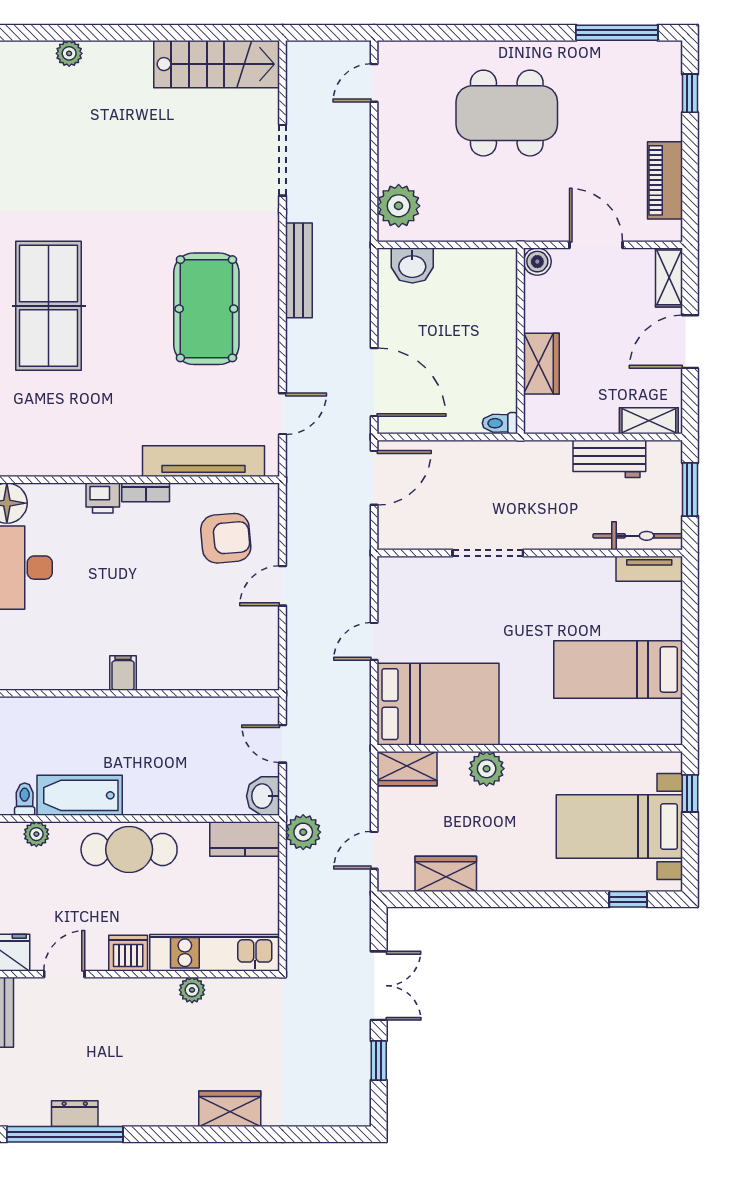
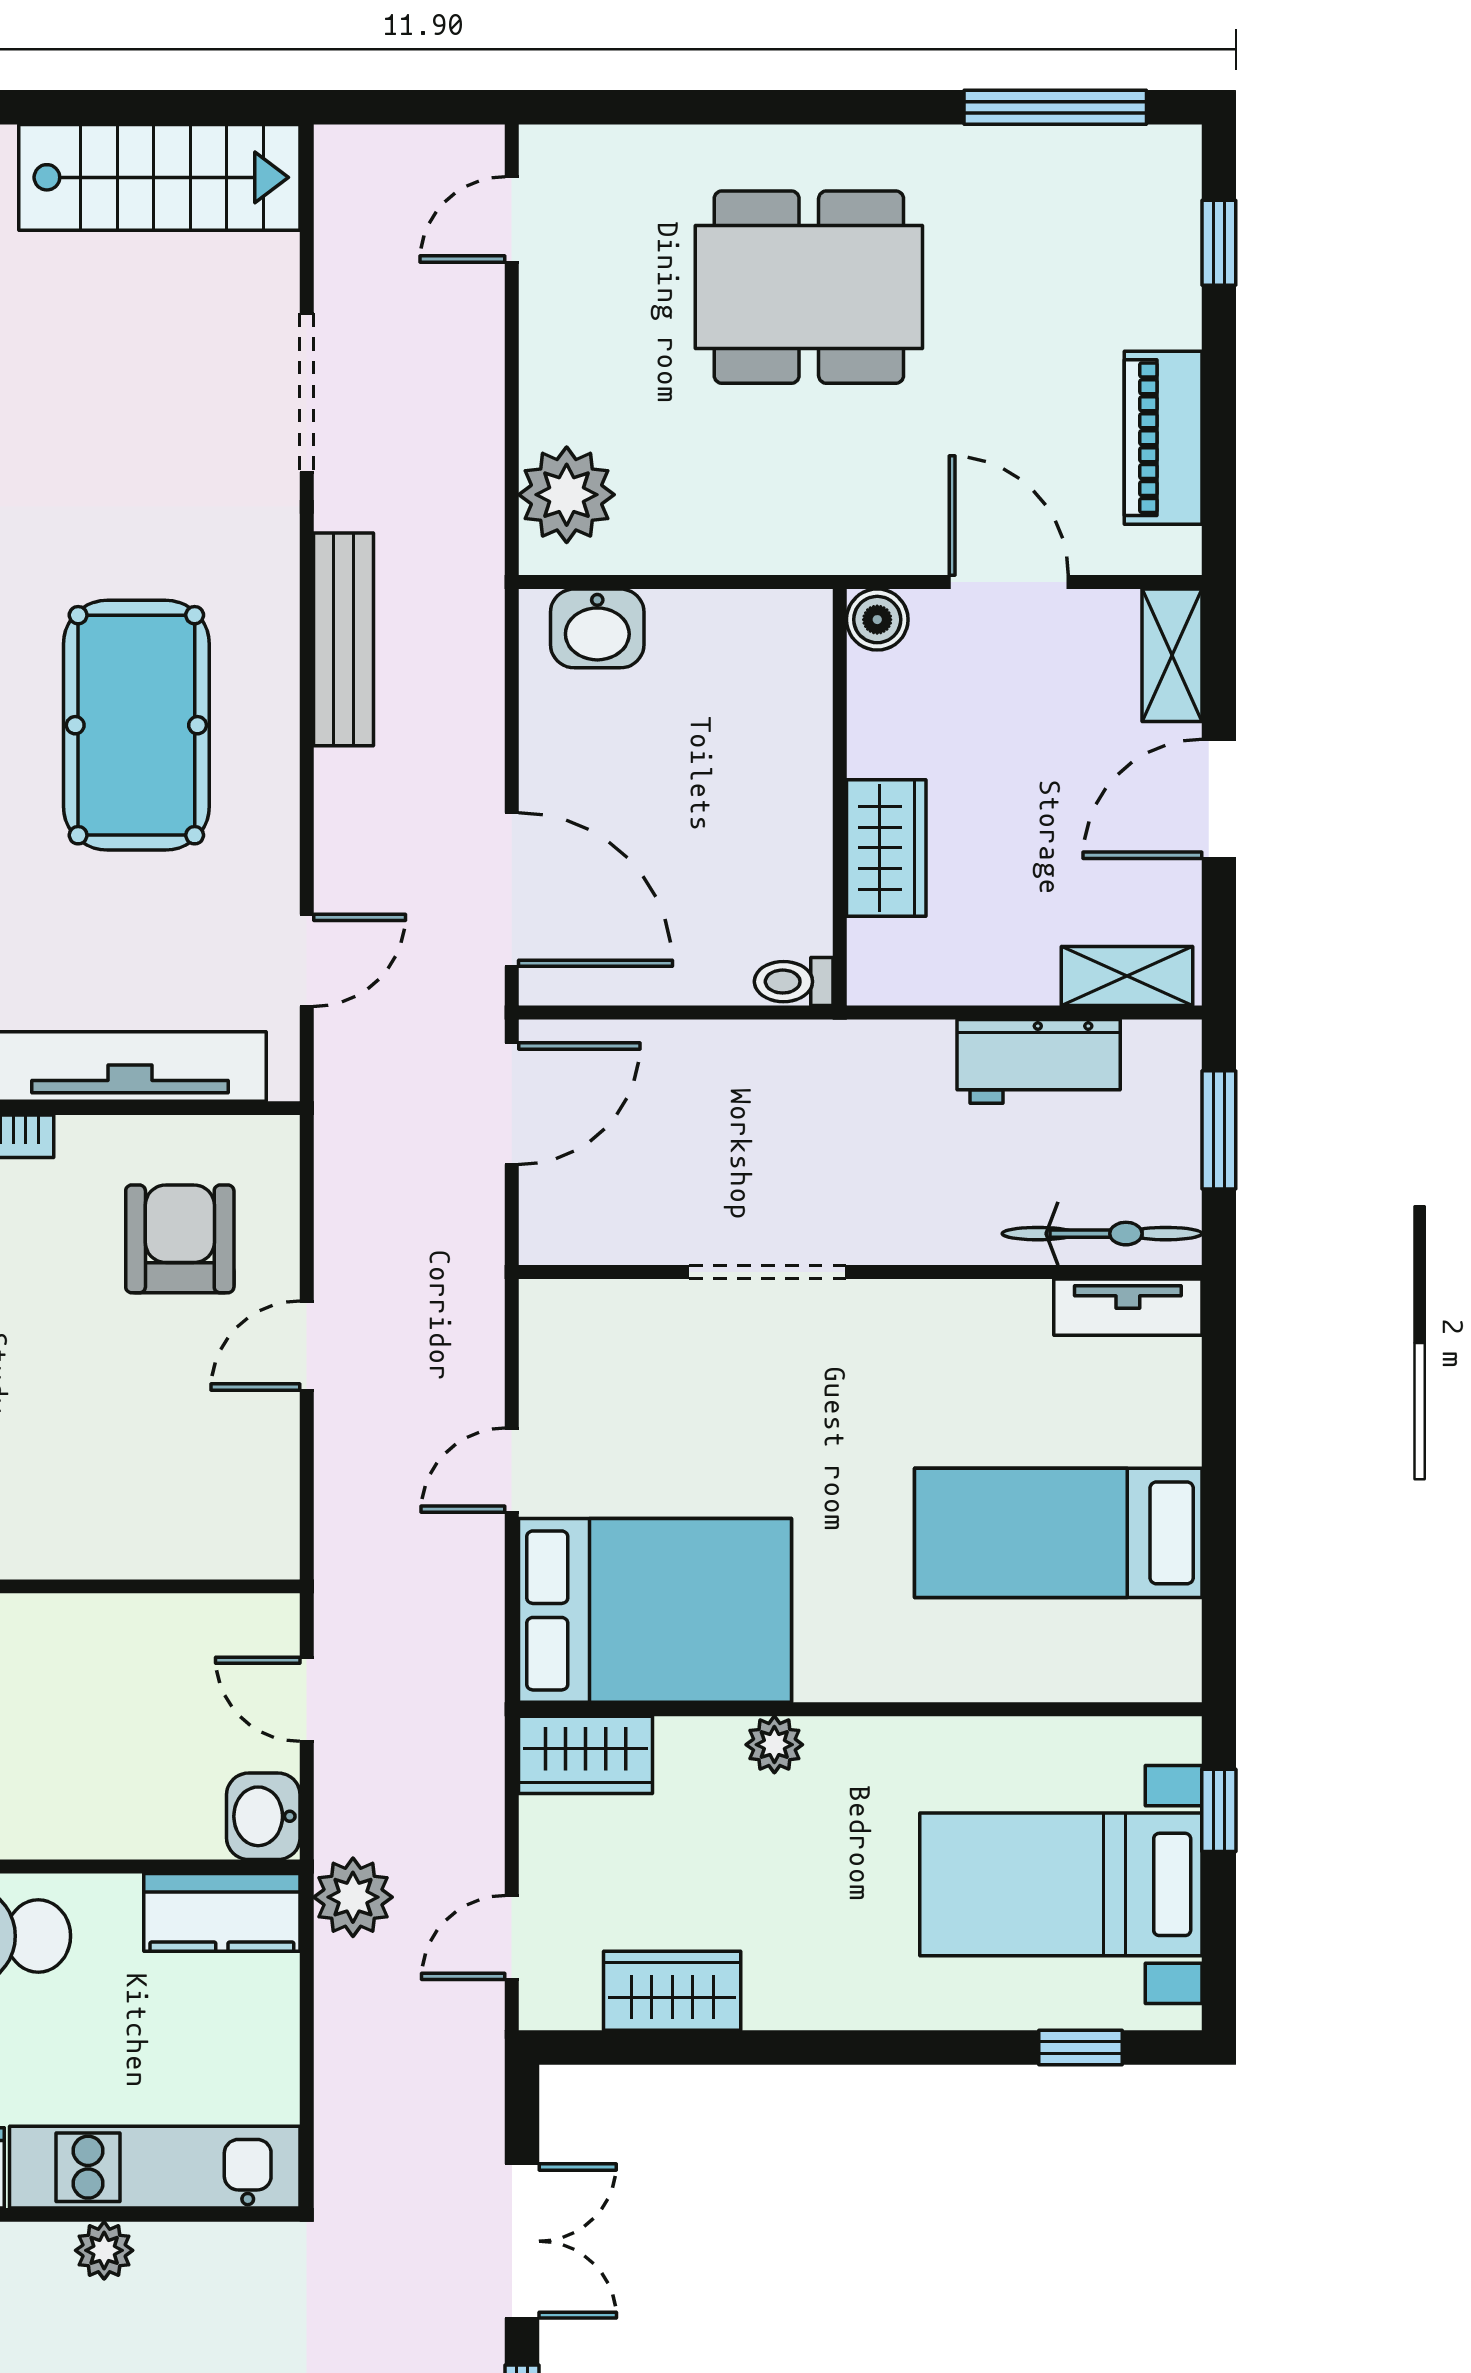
armchair: (226, 538) -> (180, 1239), turned -85
plant: (487, 769) -> (774, 1745), width x0.73, depth x0.73

